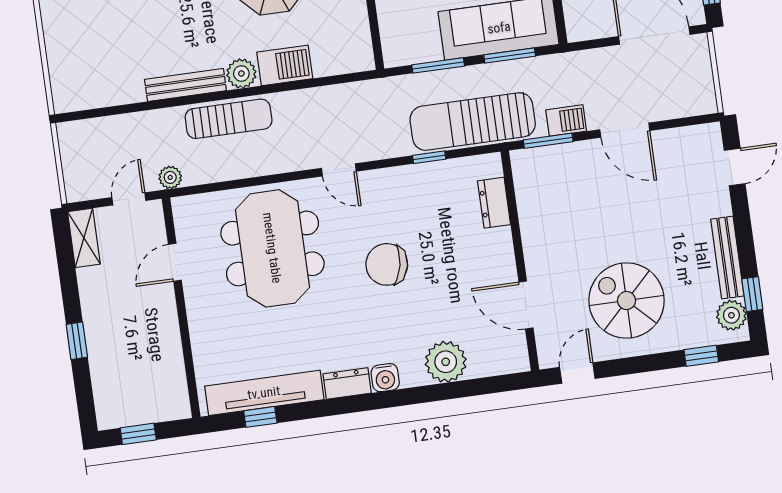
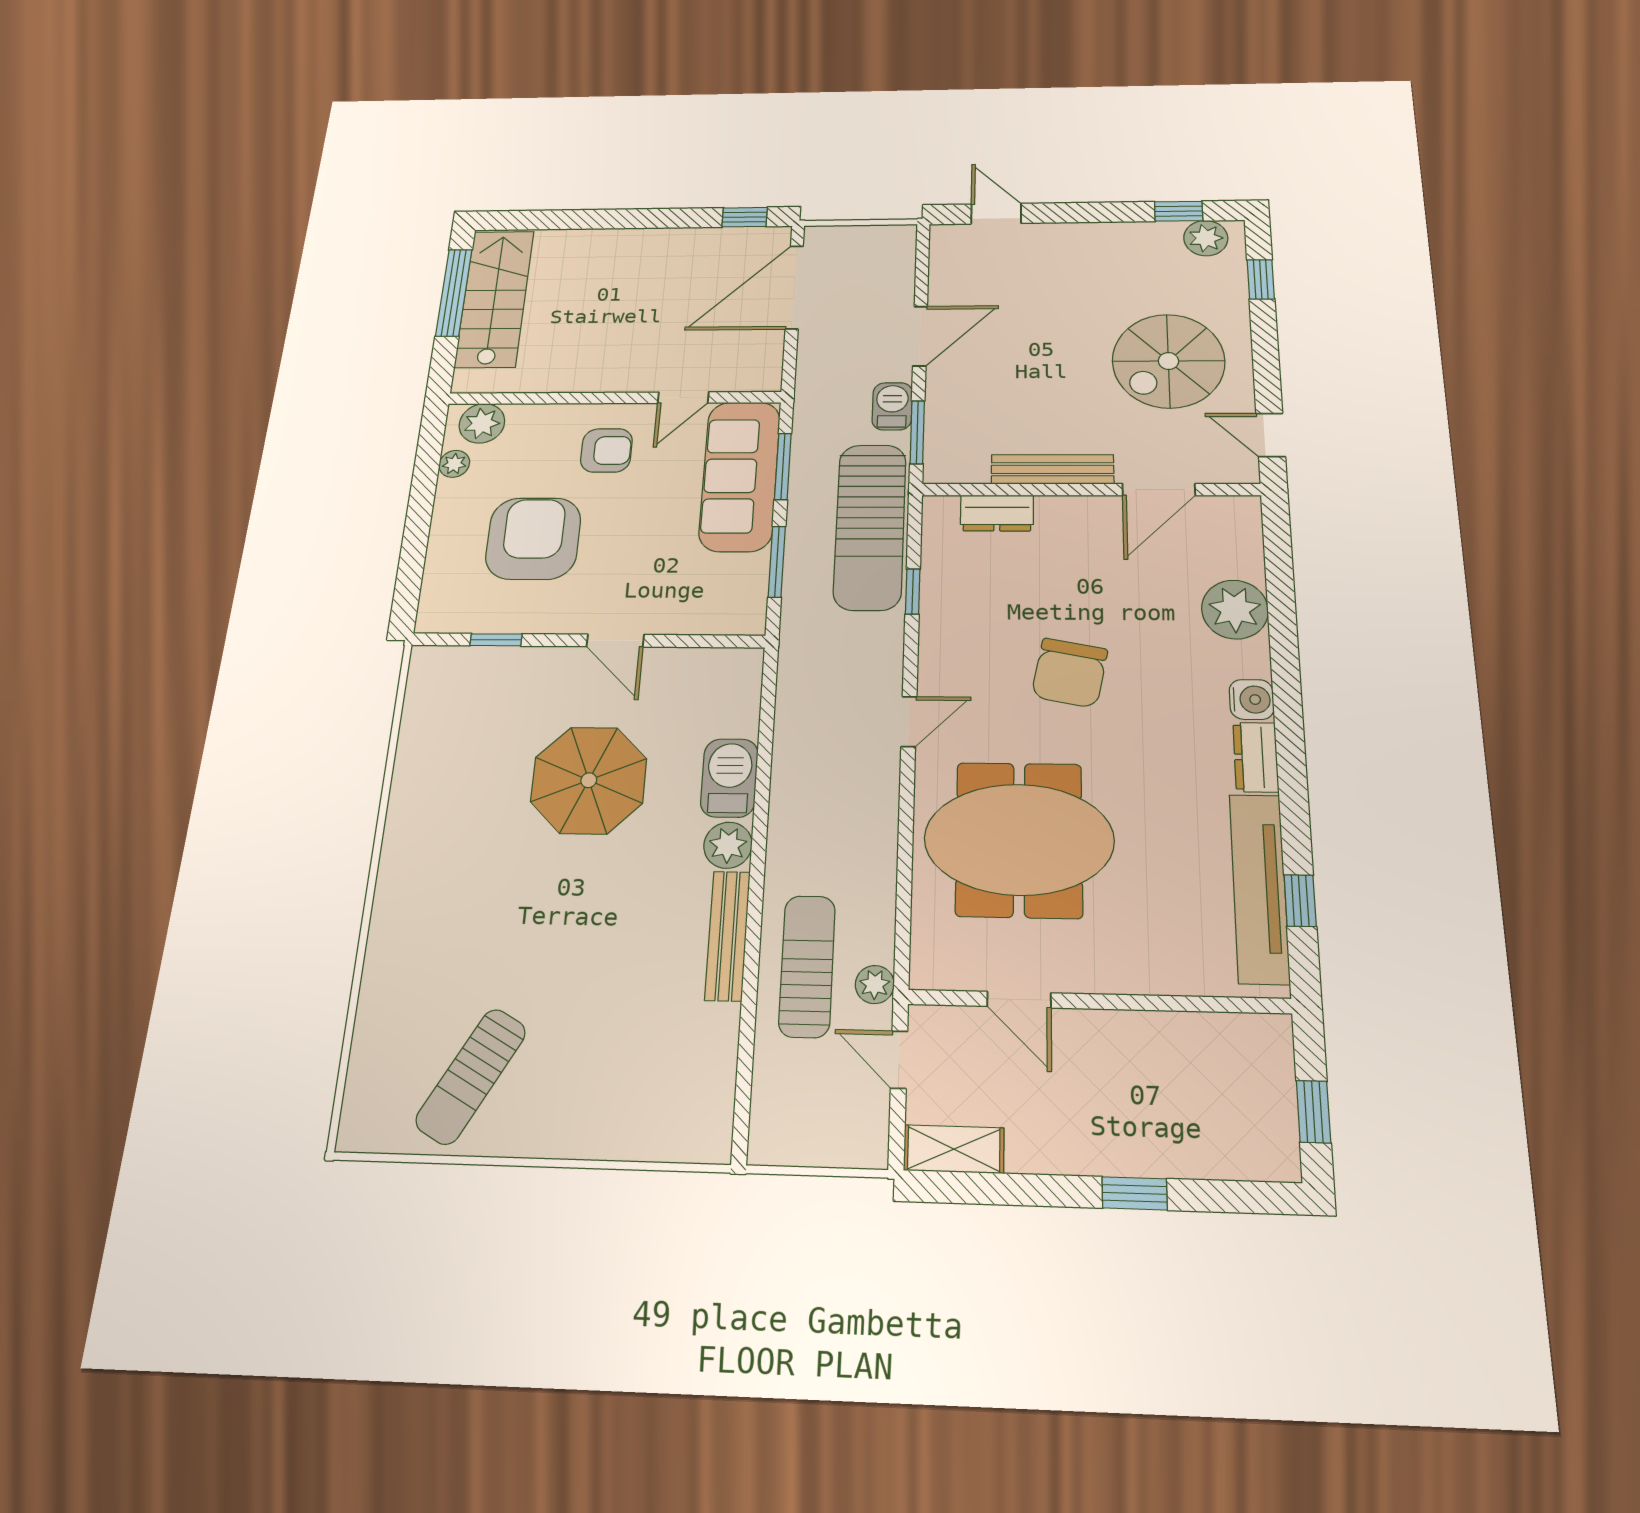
sun lounger: (229, 119) -> (807, 966), moved
bench: (727, 258) -> (1052, 469), moved

